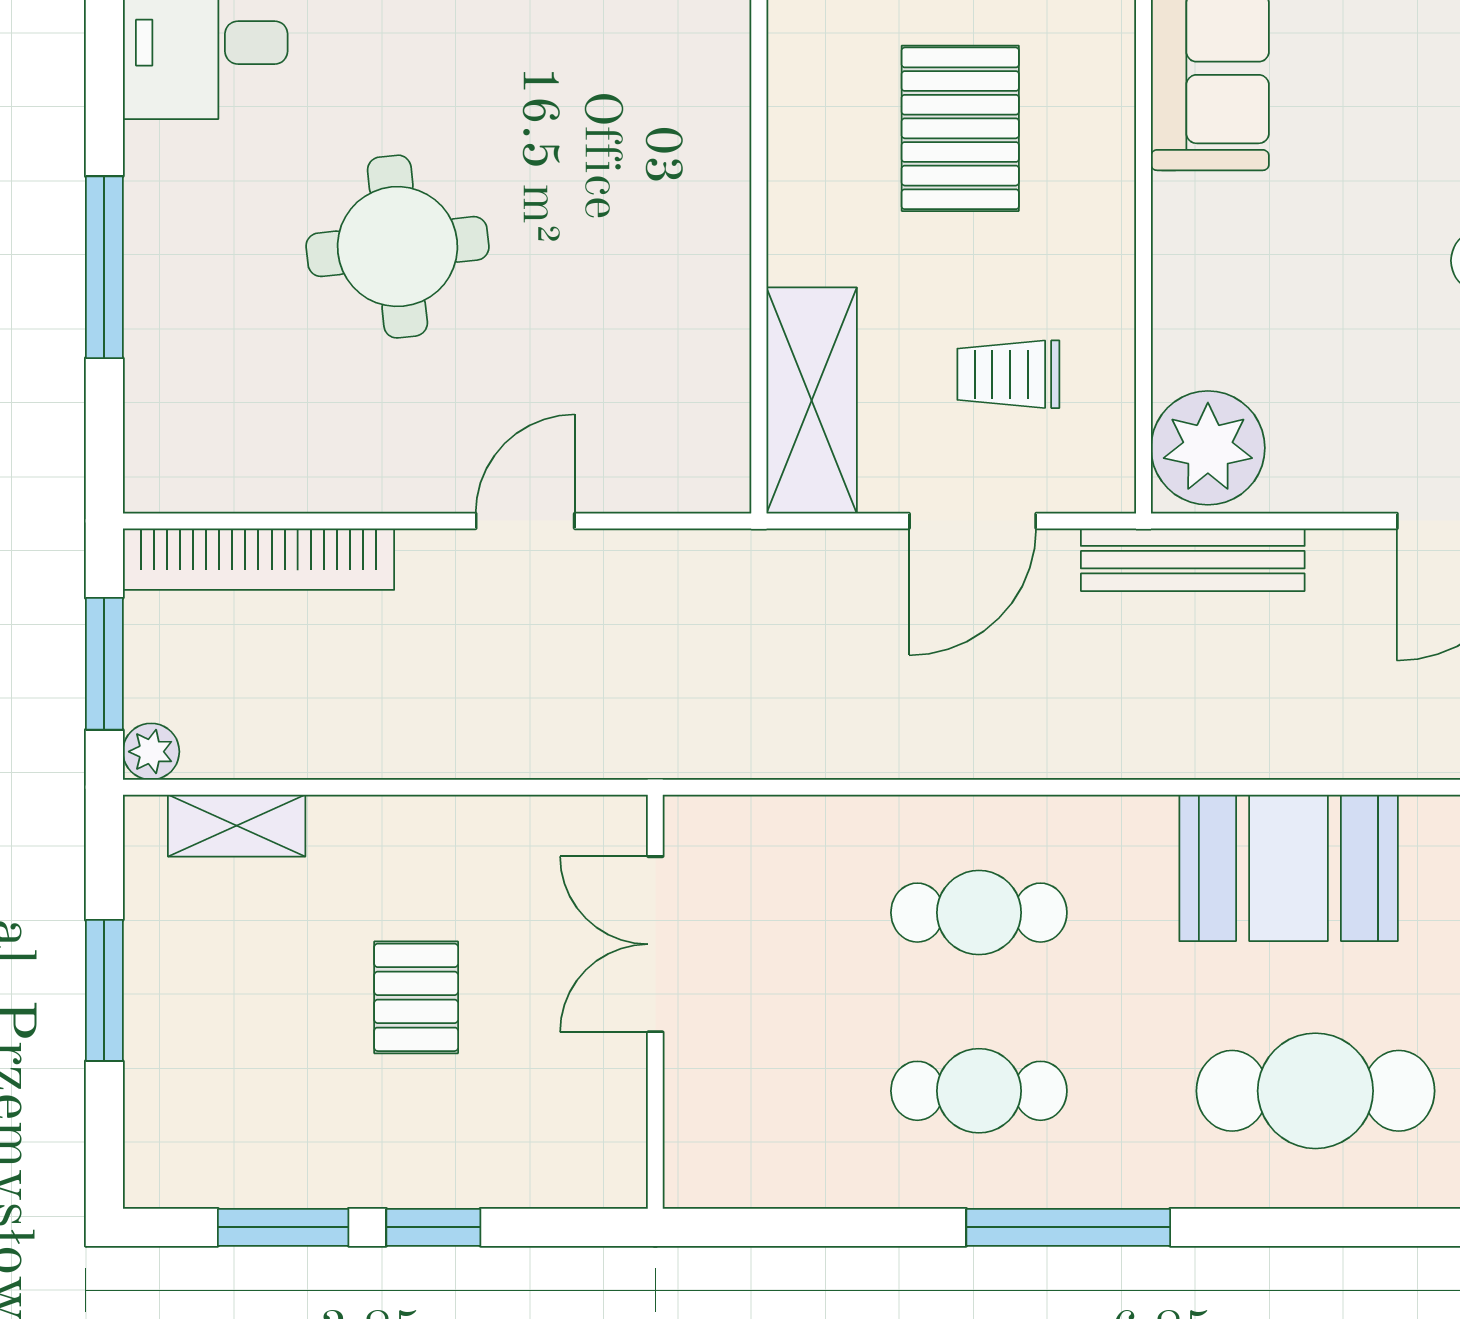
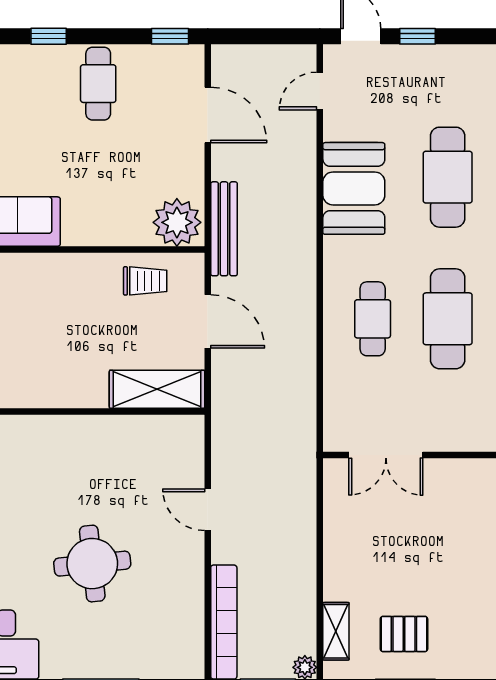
pallet: (960, 128) -> (42, 327), removed
trolley: (1008, 374) -> (145, 281), moved, turned -90
pallet: (416, 997) -> (404, 634), moved
cafe table: (979, 1091) -> (448, 319), width x1.37, depth x1.35

